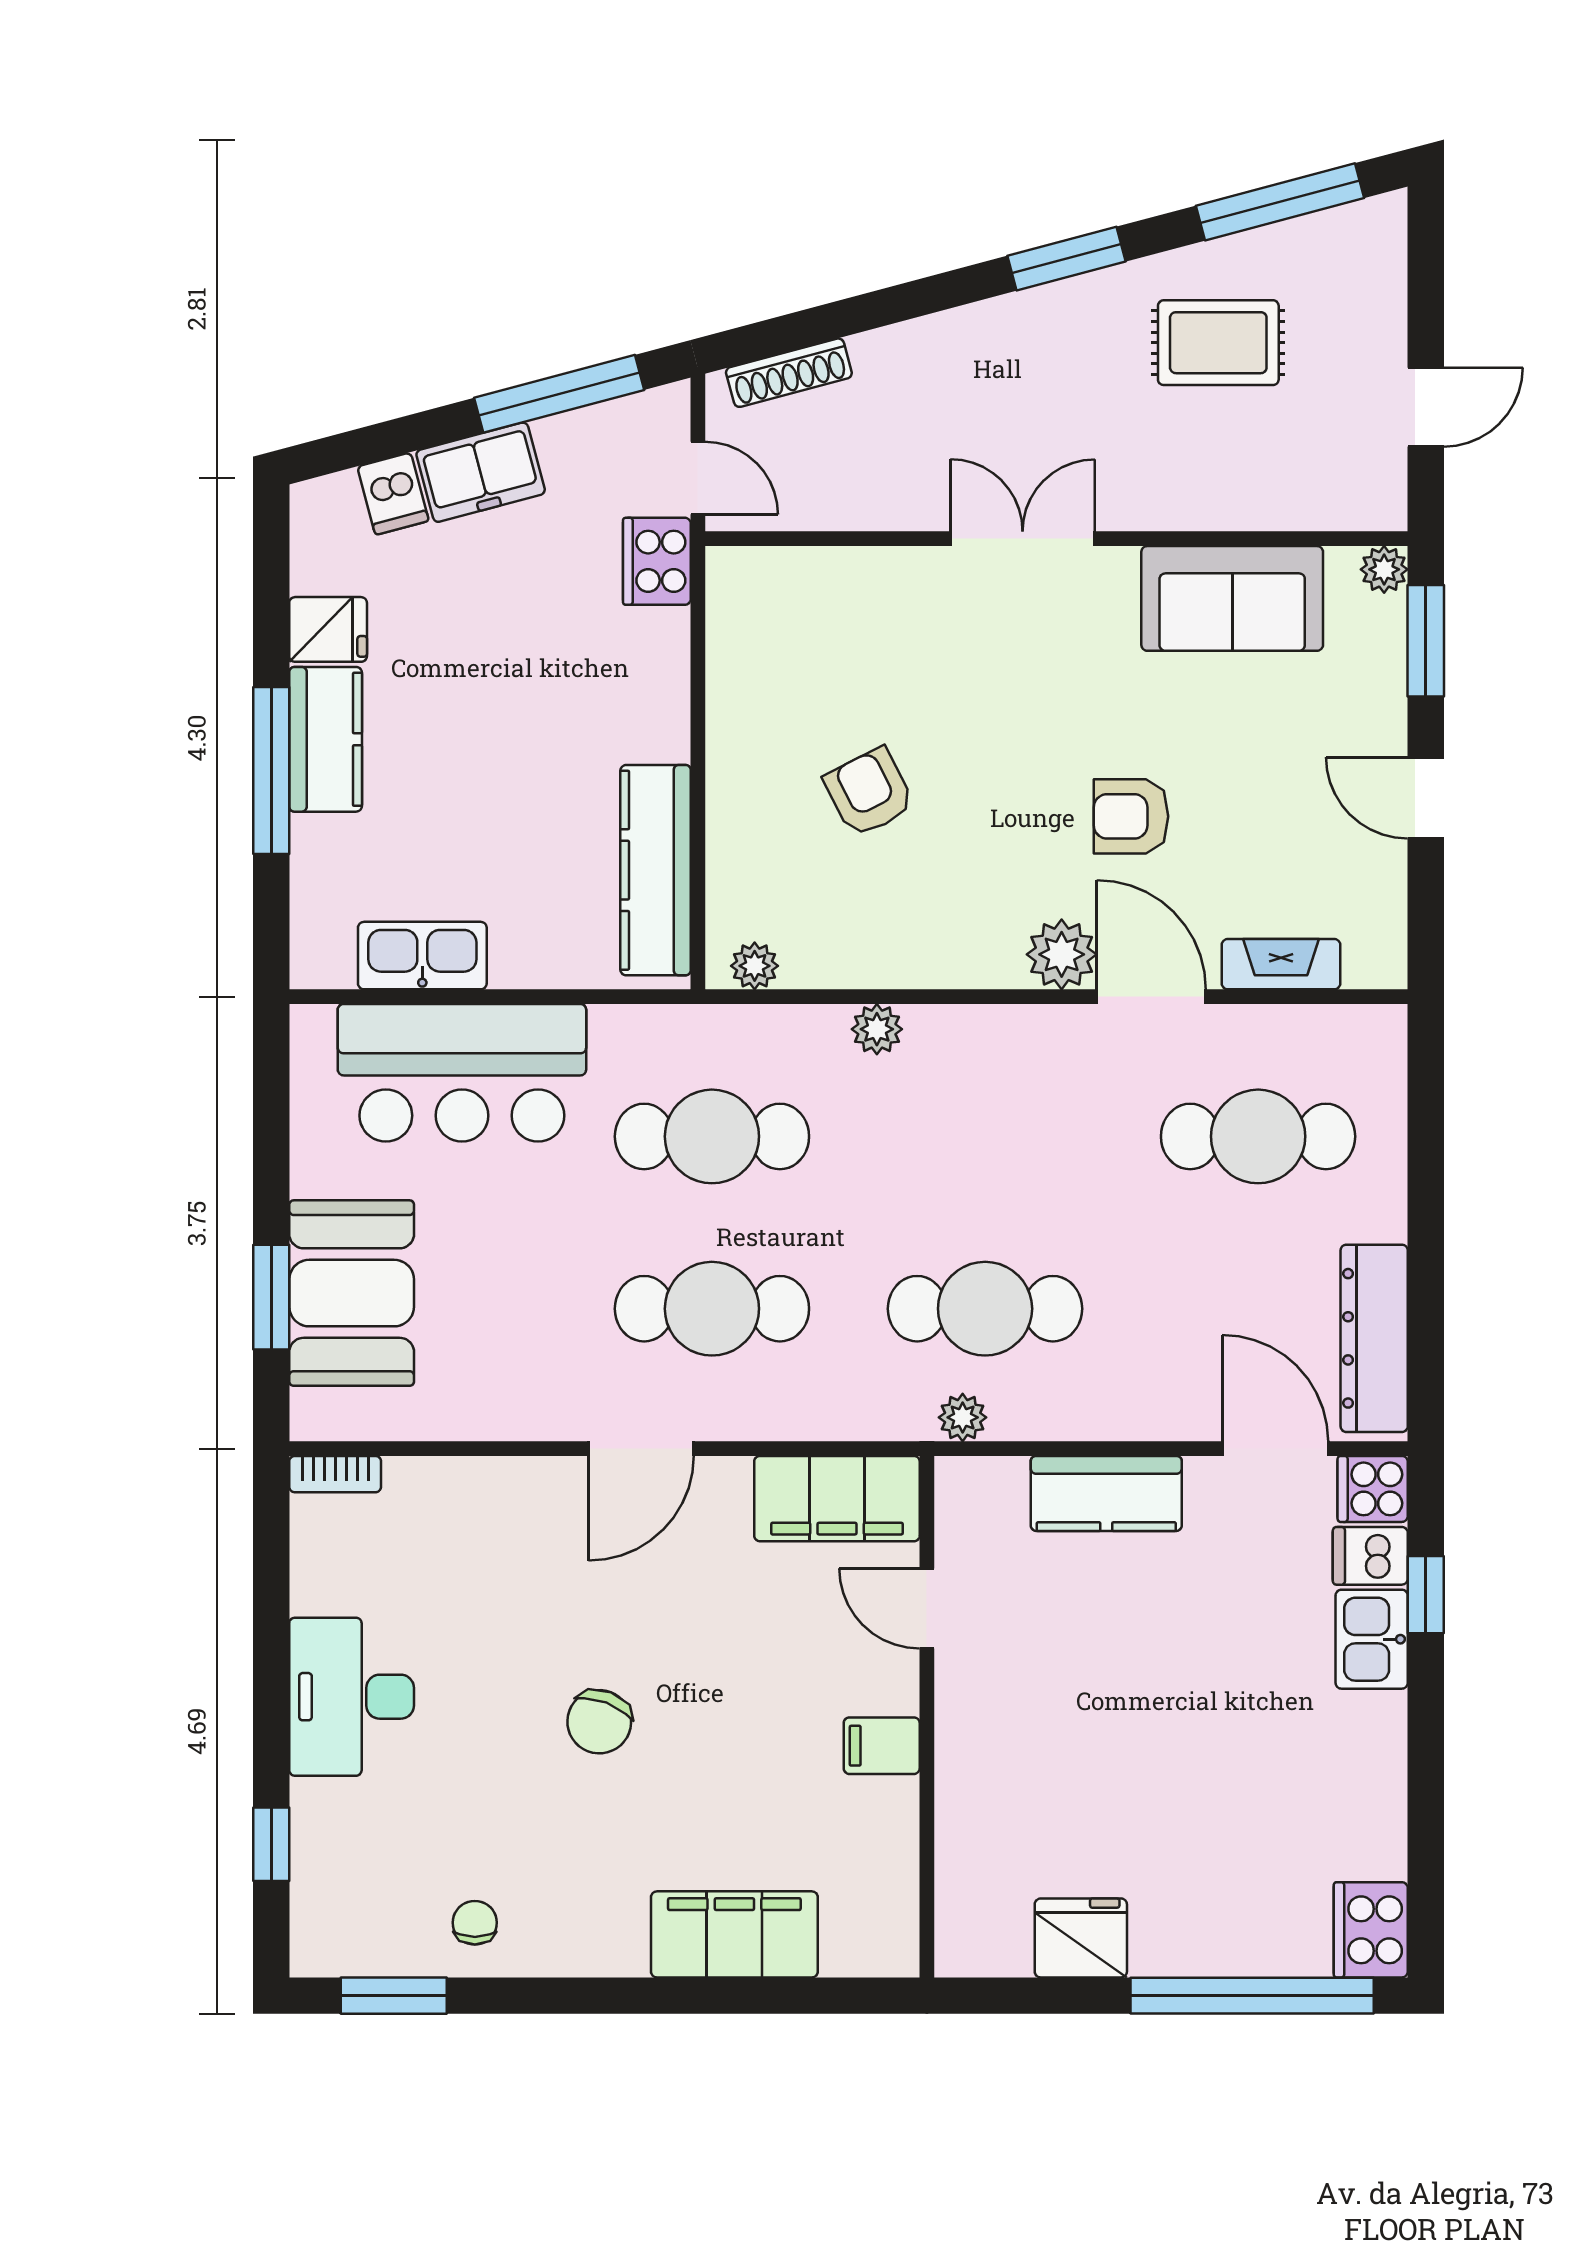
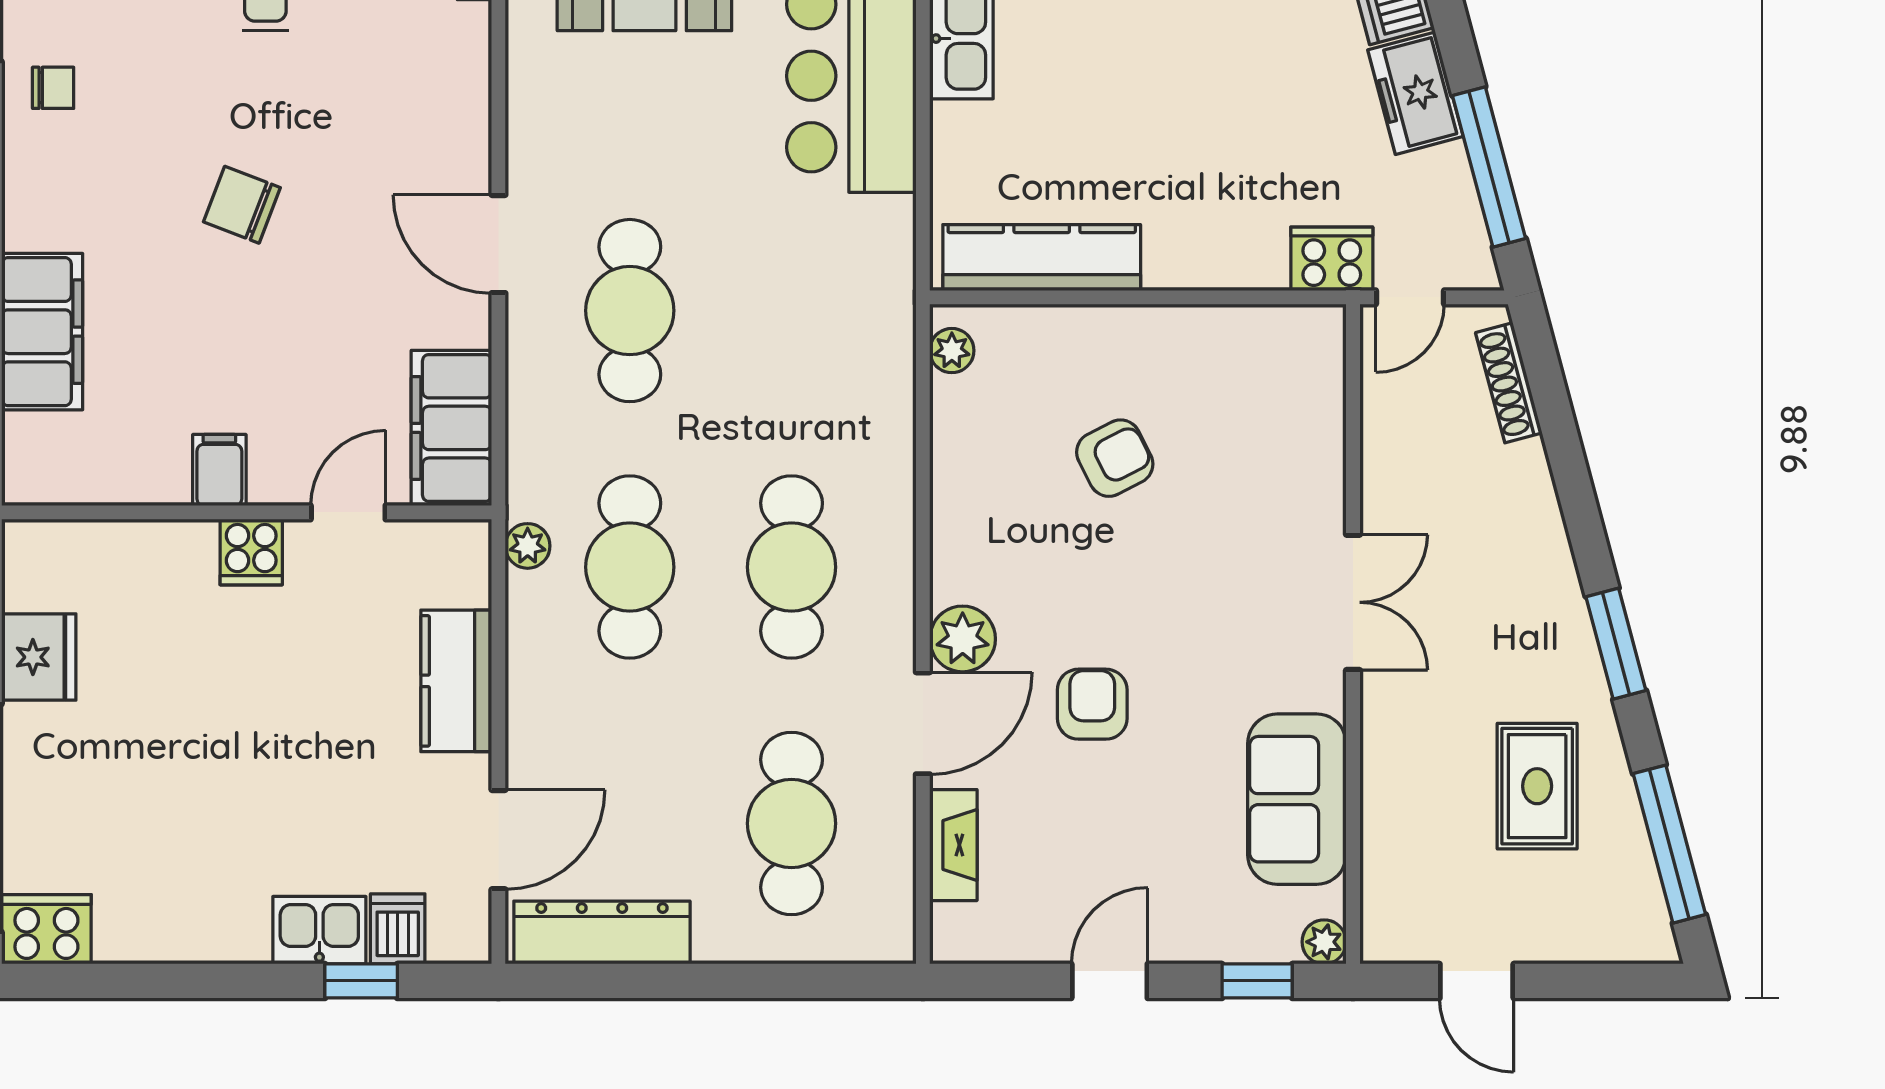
window: (1426, 641) -> (1257, 981), width x0.67
plant: (877, 1029) -> (892, 466), removed
cafe table: (712, 1136) -> (792, 567), moved
cooker: (1373, 1489) -> (251, 552), moved, turned 180

